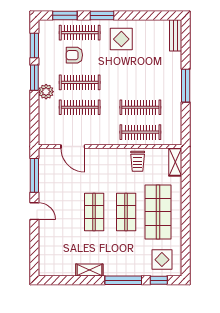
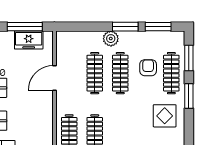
door: (73, 146) -> (54, 78), moved
trolley: (138, 161) -> (39, 133), removed
freezer: (47, 172) -> (29, 40), added

